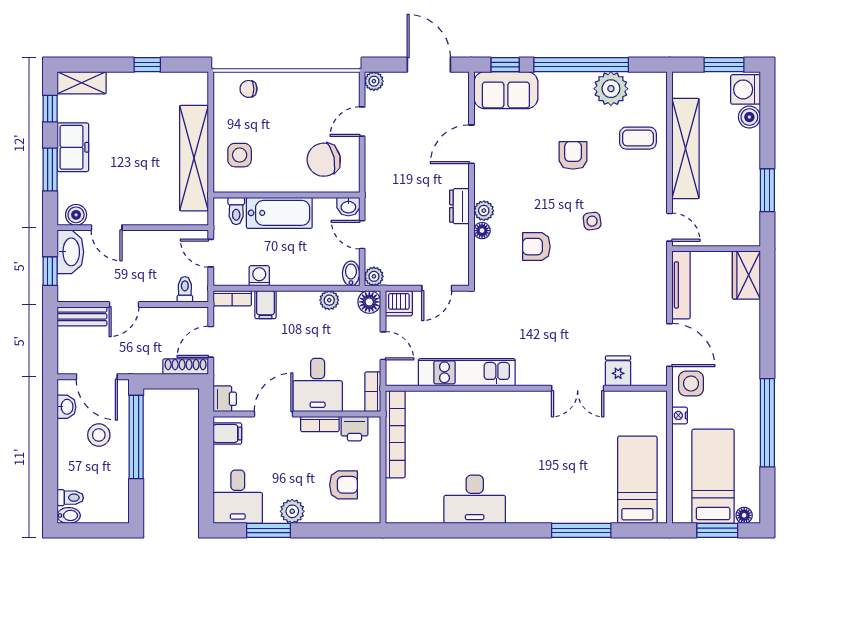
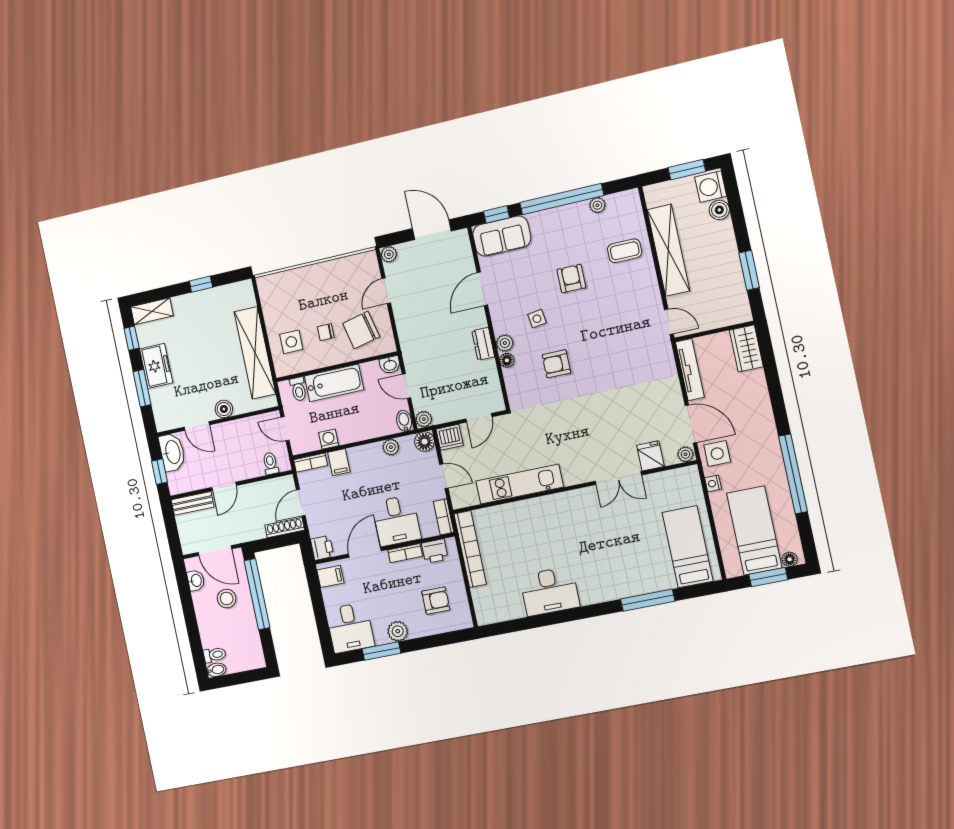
chair: (248, 89) -> (326, 332), moved
plant: (611, 89) -> (597, 205), width x0.53, depth x0.53
boiler: (76, 215) -> (224, 409), moved
side table: (592, 221) -> (537, 319), moved
plant: (657, 377) -> (685, 454), added

